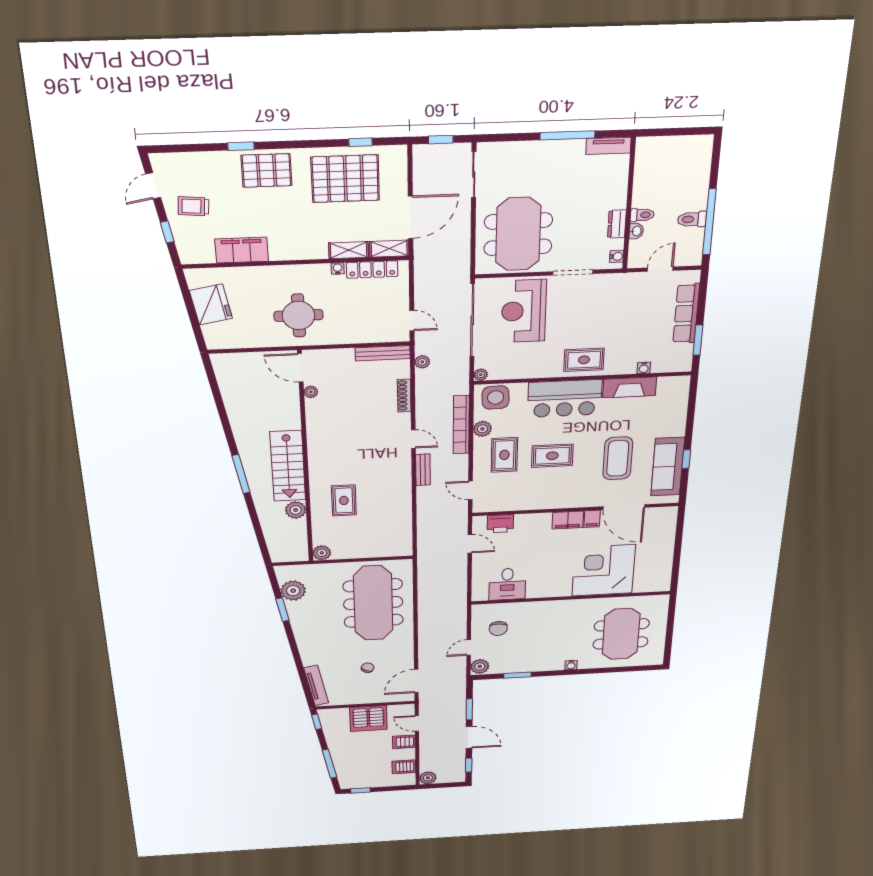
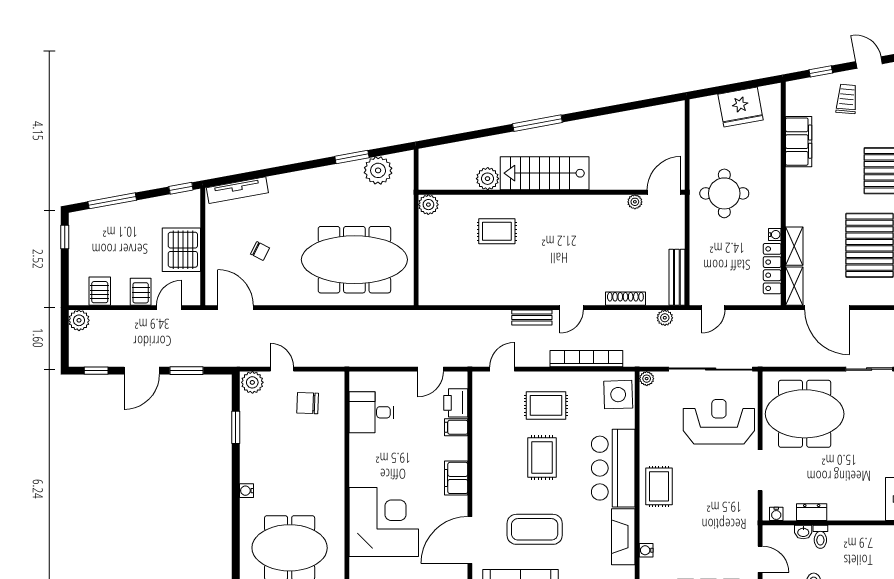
plant: (482, 429) -> (580, 381), removed
filing cabinet: (592, 519) -> (456, 427), moved

